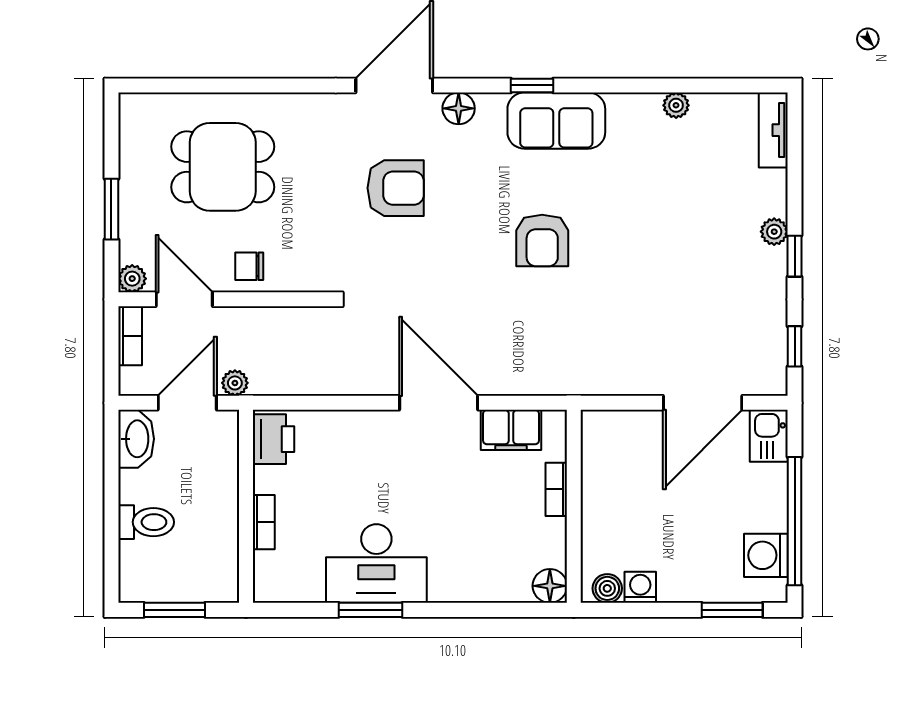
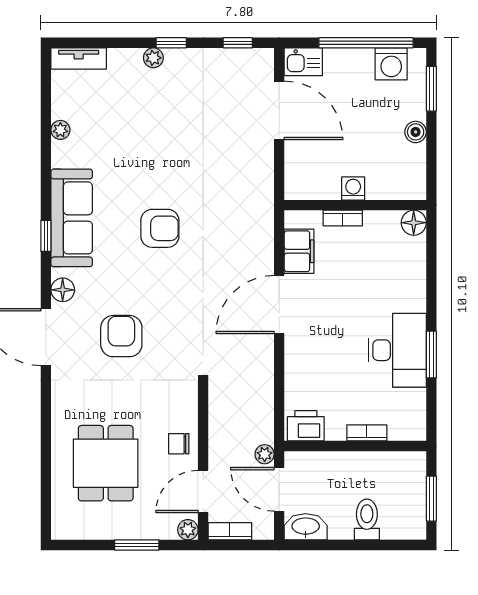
sofa: (556, 121) -> (72, 218), width x1.36
chair: (249, 266) -> (179, 444), turned 90
washing machine: (640, 587) -> (353, 188), moved, turned 90
boiler: (607, 588) -> (416, 132), moved

